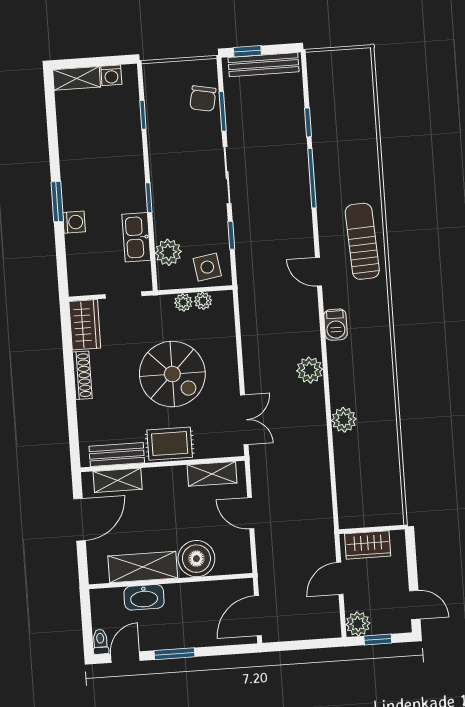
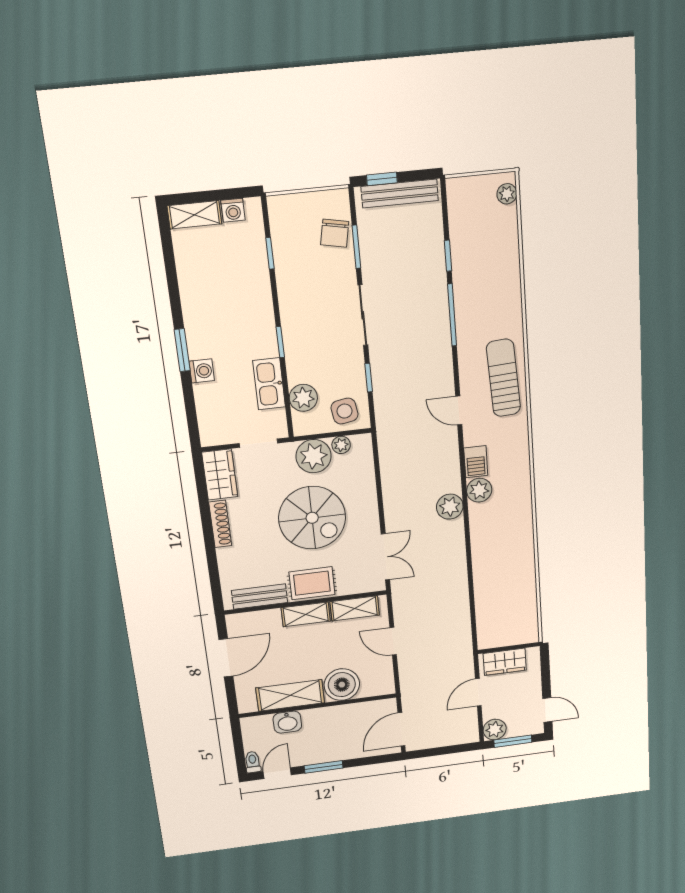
plant: (363, 68) -> (507, 194), added
plant: (183, 302) -> (314, 456), width x1.88, depth x1.88
plant: (344, 420) -> (479, 490), moved
shelving: (118, 480) -> (306, 614), moved
washbasin: (144, 597) -> (287, 722), width x0.72
window: (378, 639) -> (513, 741), width x1.50

